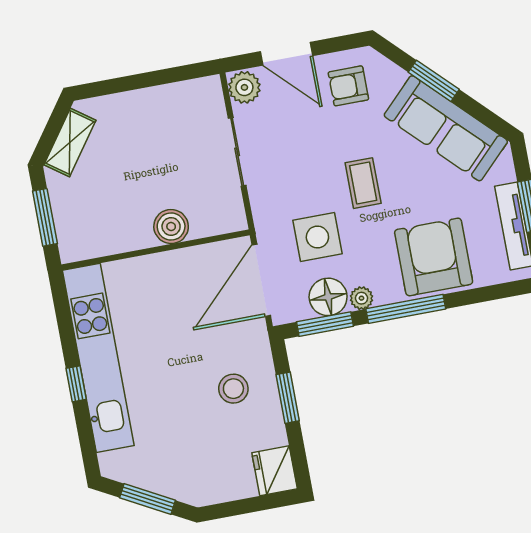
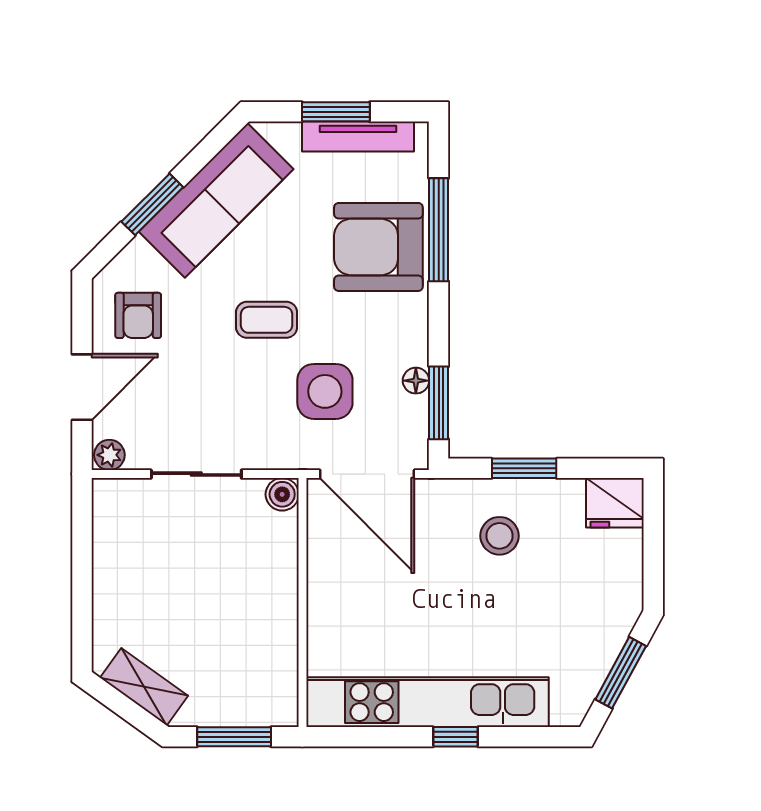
plant: (244, 87) -> (109, 455), width x0.73, depth x0.73
boiler: (171, 226) -> (282, 494), moved, width x0.73, depth x0.73
floor lamp: (328, 297) -> (416, 381), width x0.53, depth x0.53
plant: (361, 298) -> (414, 350), removed
window: (406, 309) -> (439, 230), moved

